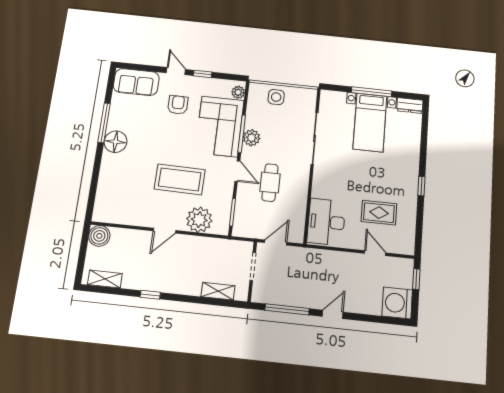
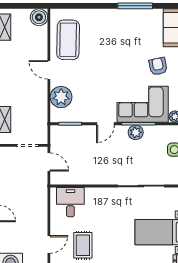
armchair: (178, 105) -> (158, 66), turned -101
floor lamp: (116, 142) -> (120, 18), removed
coffee table: (180, 179) -> (68, 40), moved
cafe table: (270, 183) -> (99, 152), removed
desk: (326, 222) -> (70, 202), width x0.73

